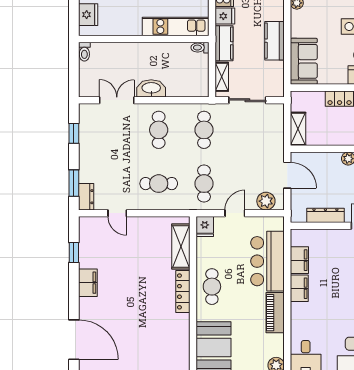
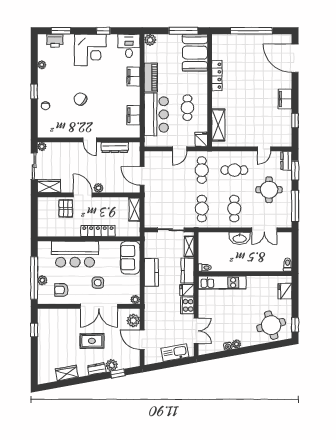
window: (74, 133) -> (295, 206), width x2.17
round table: (110, 156) -> (269, 190), added
plant: (266, 201) -> (157, 158), removed
door: (117, 213) -> (264, 149), swing flipped
cafe table: (212, 287) -> (187, 108), moved
filing cabinet: (299, 288) -> (133, 77), moved
locker: (183, 291) -> (217, 76), moved

